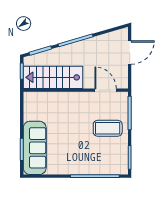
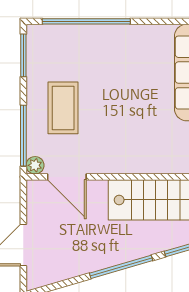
plant: (123, 97) -> (35, 165), added
coffee table: (108, 128) -> (63, 108), turned 90

